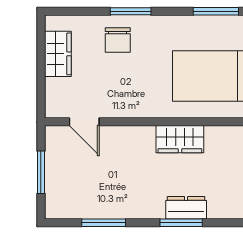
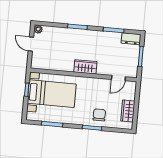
door: (84, 122) -> (118, 78), swing flipped
wardrobe: (180, 139) -> (85, 67), moved
dresser: (186, 208) -> (131, 39), moved

